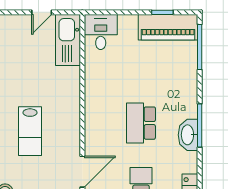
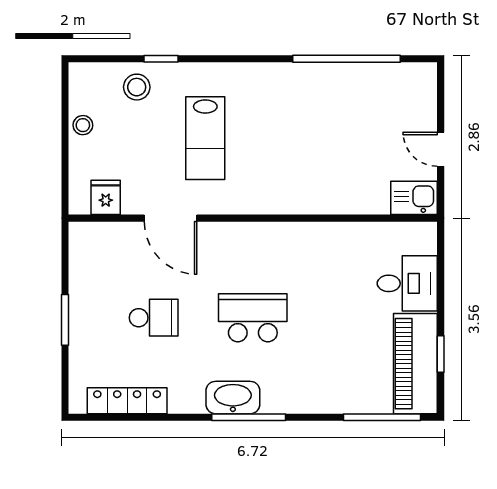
desk: (101, 32) -> (407, 283), moved
kitchen sink: (68, 40) -> (414, 198), width x0.53, depth x0.81
lab bench: (30, 131) -> (205, 138), moved, turned -90

